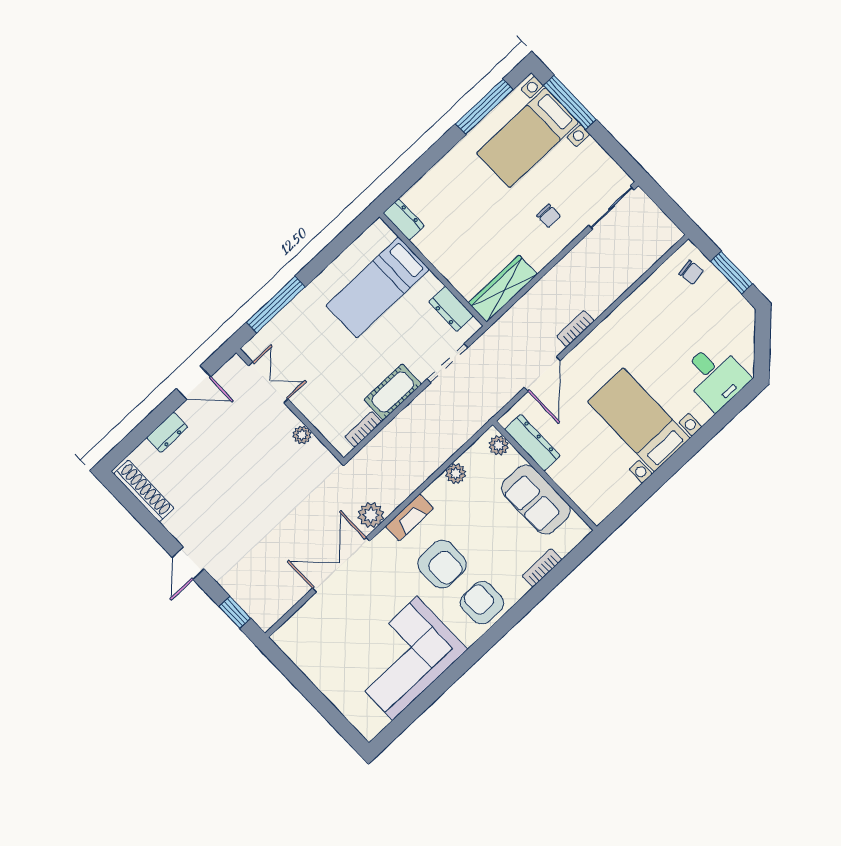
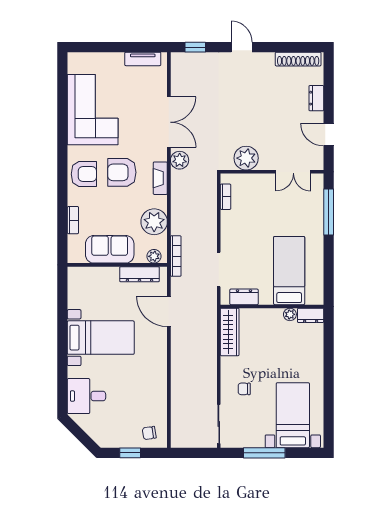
window: (570, 102) -> (264, 453), moved
window: (484, 107) -> (329, 408), removed
plant: (423, 242) -> (290, 314), added
window: (731, 273) -> (130, 453), width x0.67
bookcase: (575, 329) -> (176, 256), moved, width x1.56
door: (194, 383) -> (329, 135), hinge flipped
cot: (393, 392) -> (230, 229), removed
plant: (302, 435) -> (246, 158), width x1.87, depth x1.87
plant: (456, 474) -> (154, 222), width x1.88, depth x1.88
tv unit: (300, 656) -> (143, 59), added

